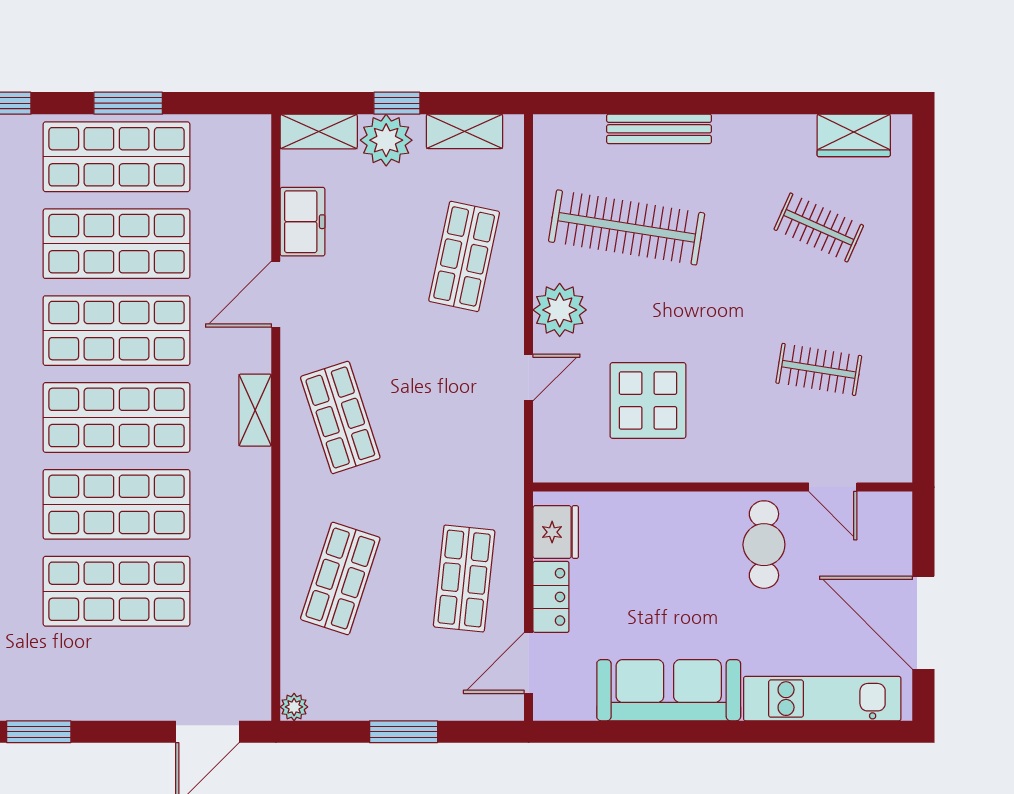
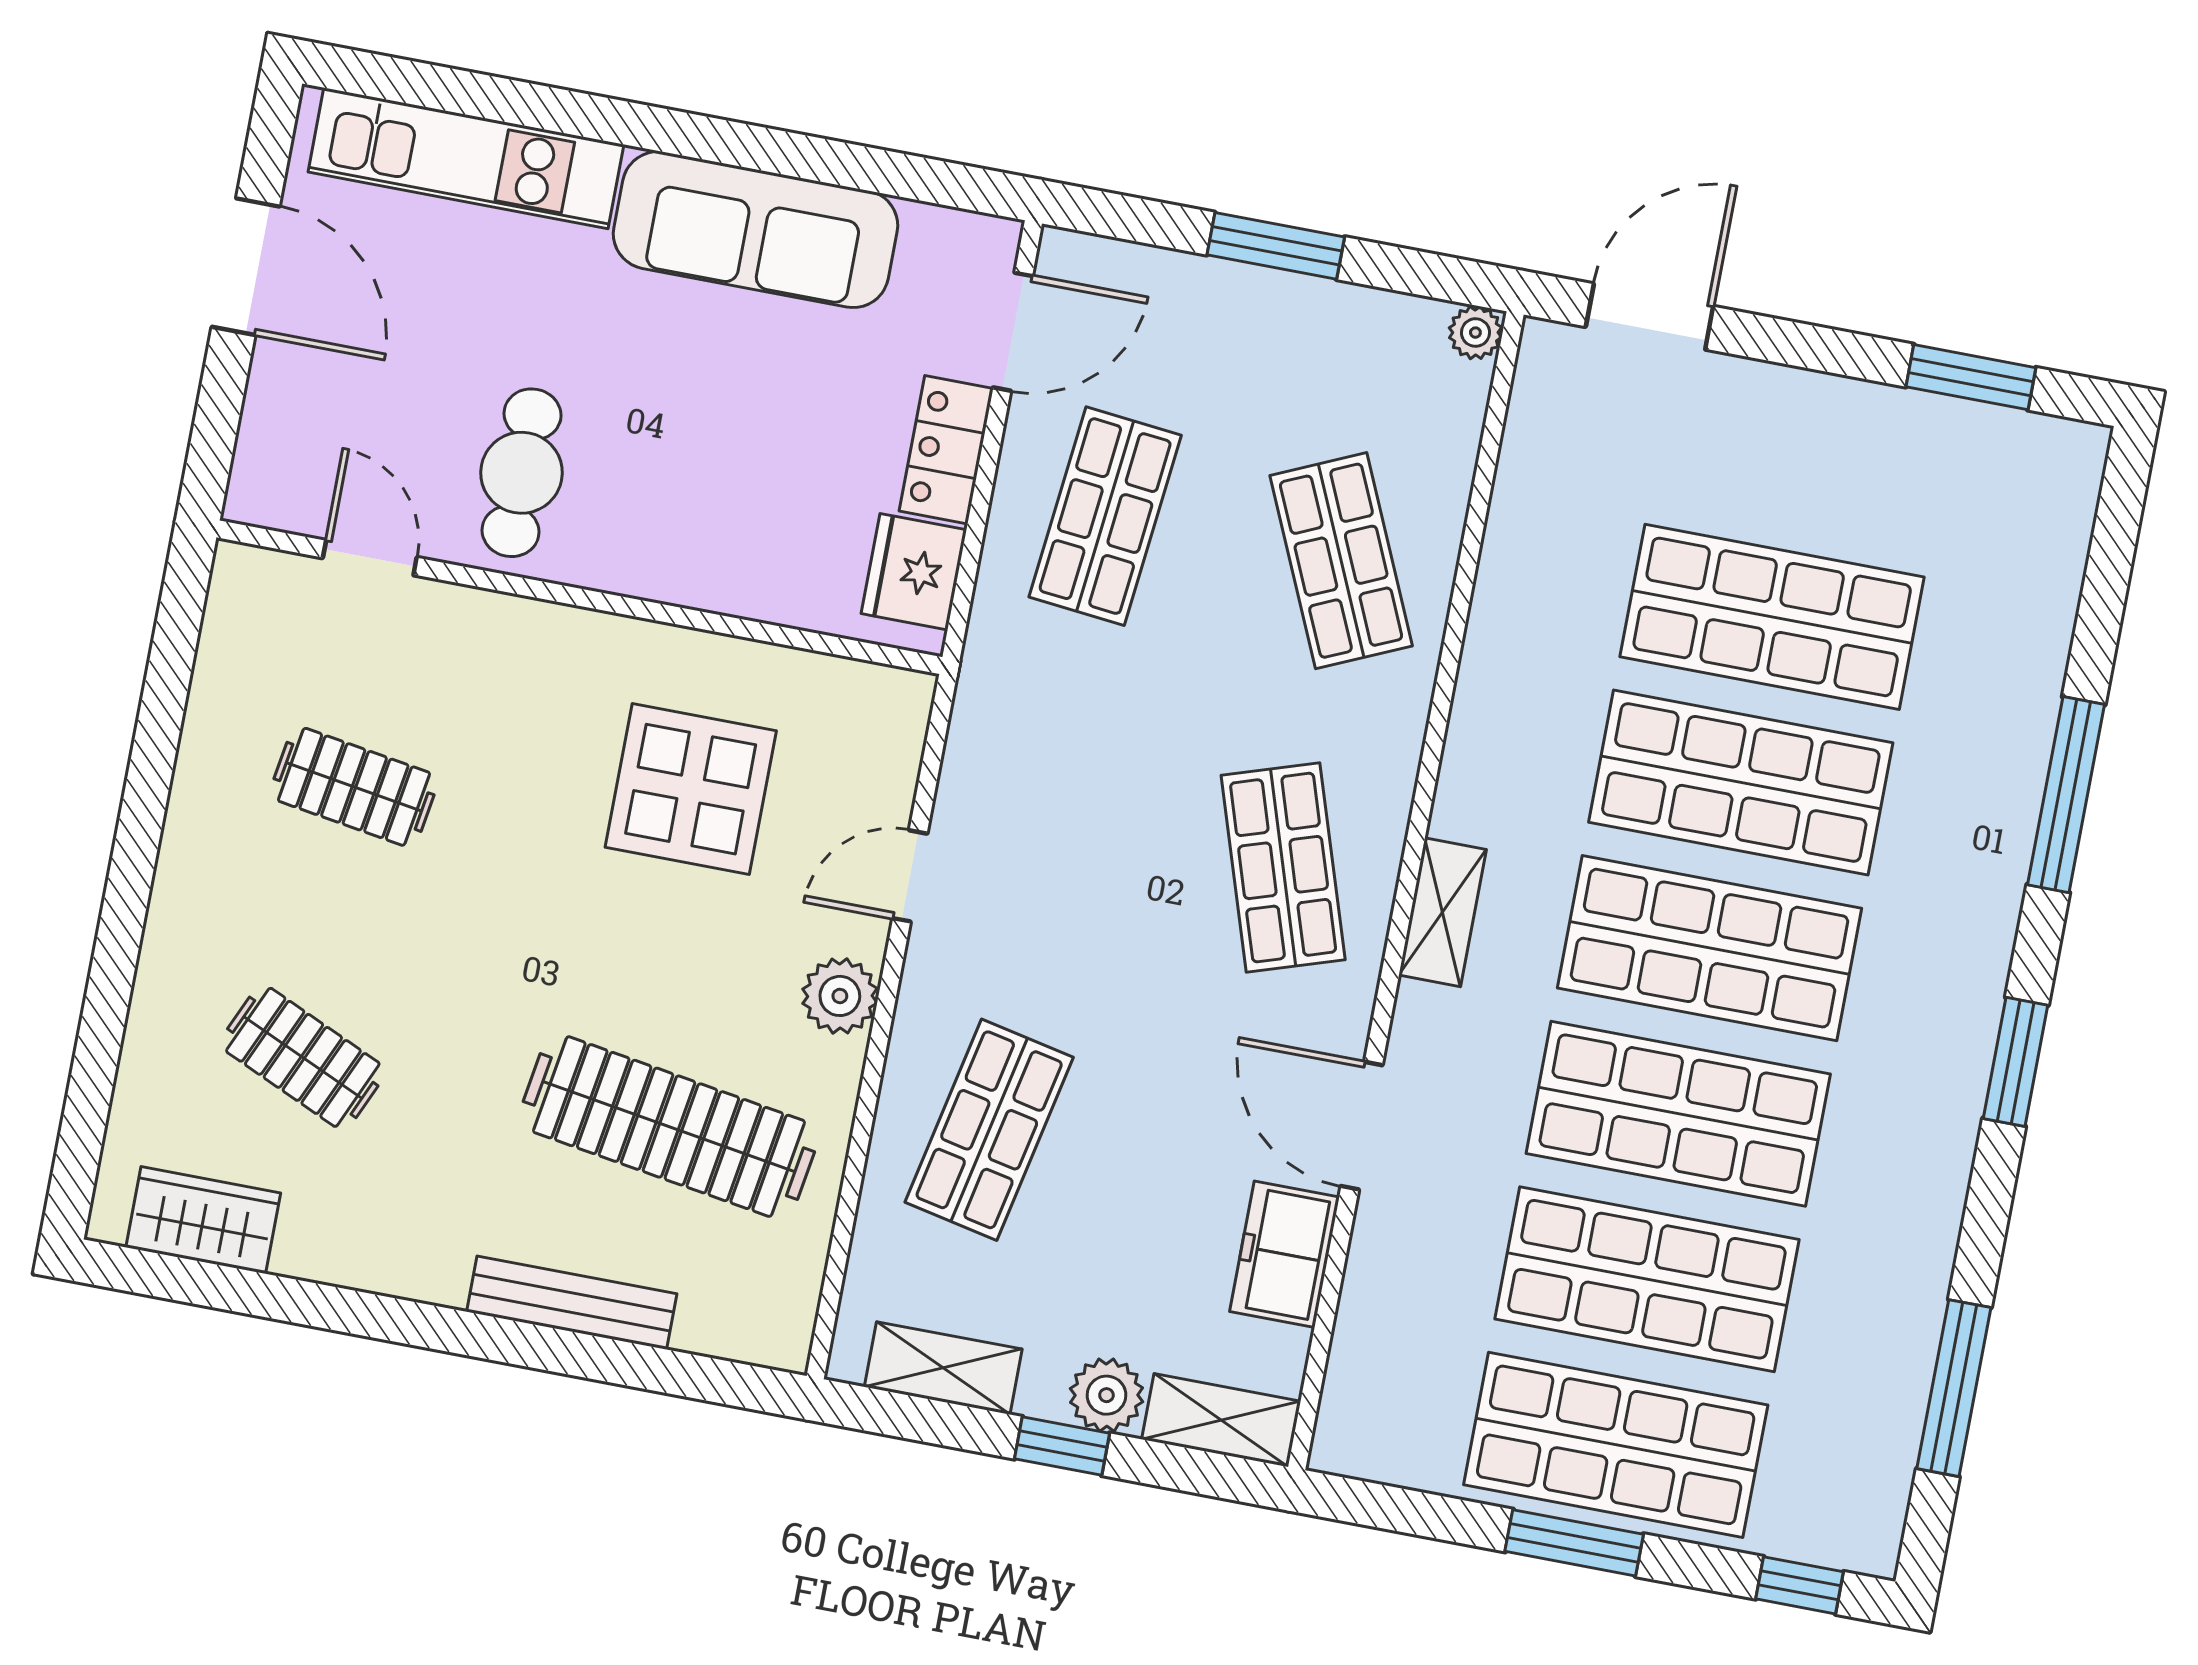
plant: (386, 140) -> (1107, 1395), width x0.73, depth x0.73
door: (276, 294) -> (1362, 1126), swing flipped
plant: (560, 310) -> (840, 996), width x0.73, depth x0.73
shop shelf: (340, 578) -> (1341, 561), turned -42
door: (923, 623) -> (246, 267), width x0.73

